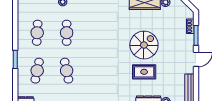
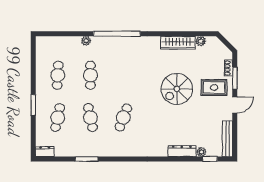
spiral stairs: (144, 45) -> (177, 89), turned 180
cafe table: (96, 71) -> (123, 118), added
rug: (144, 72) -> (214, 87), moved

